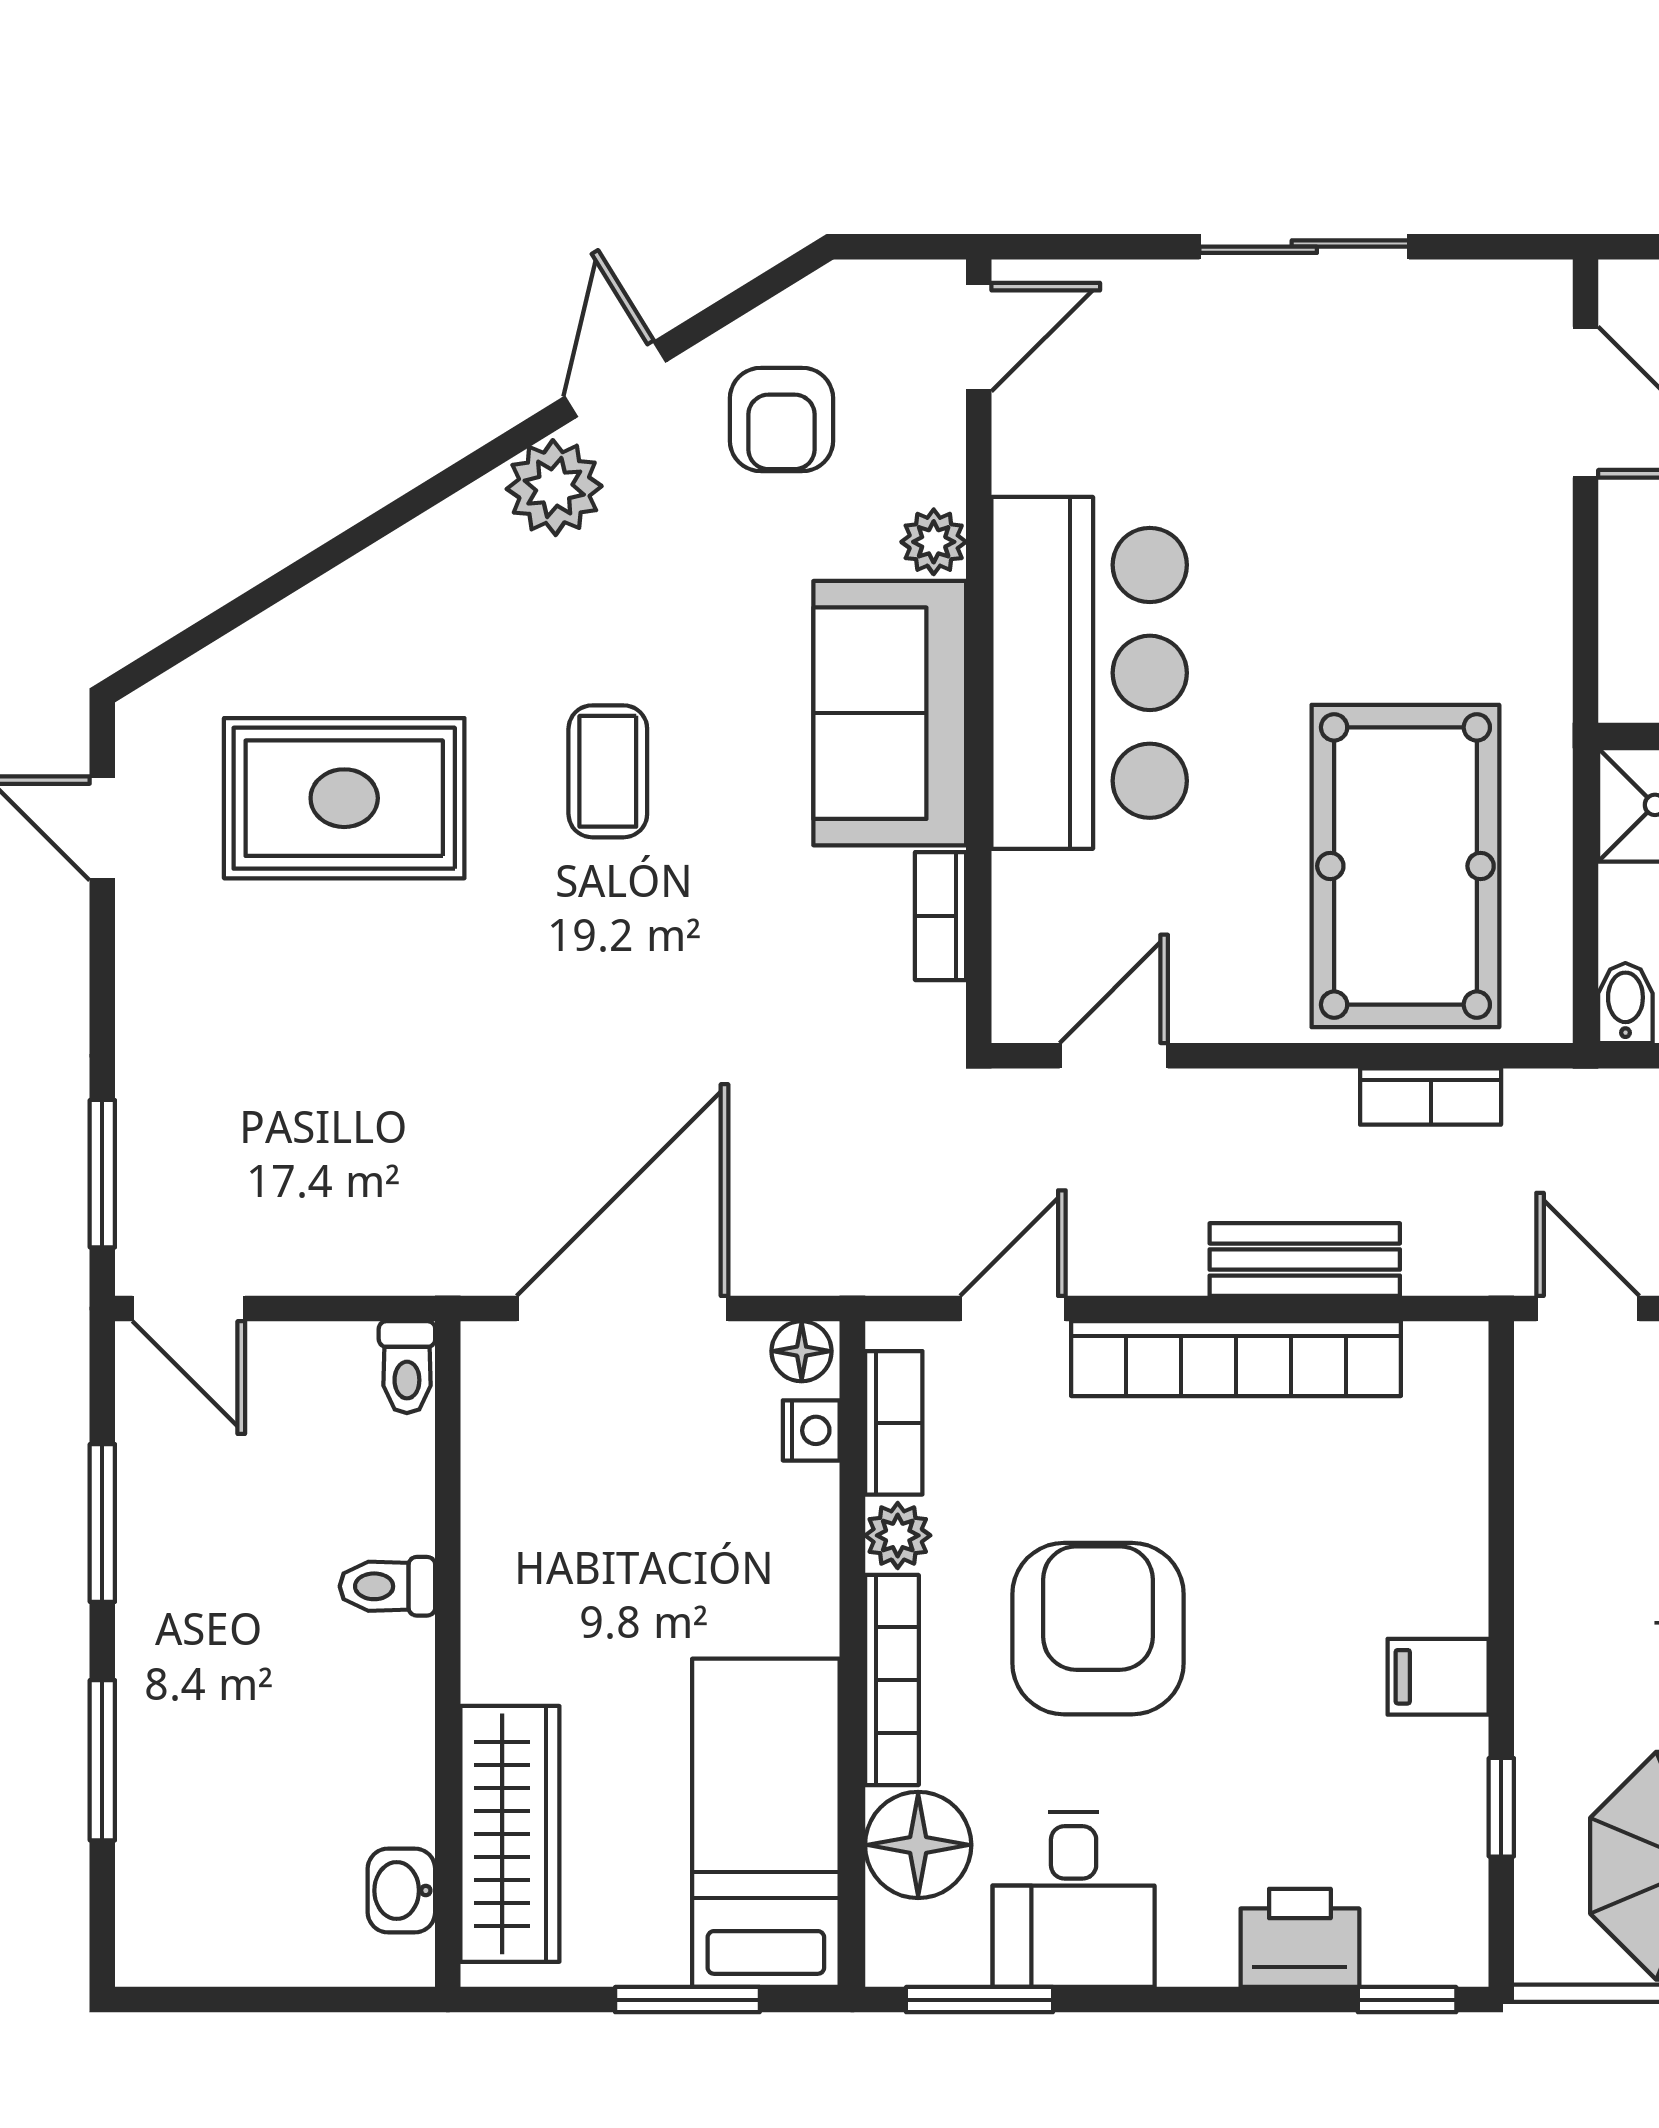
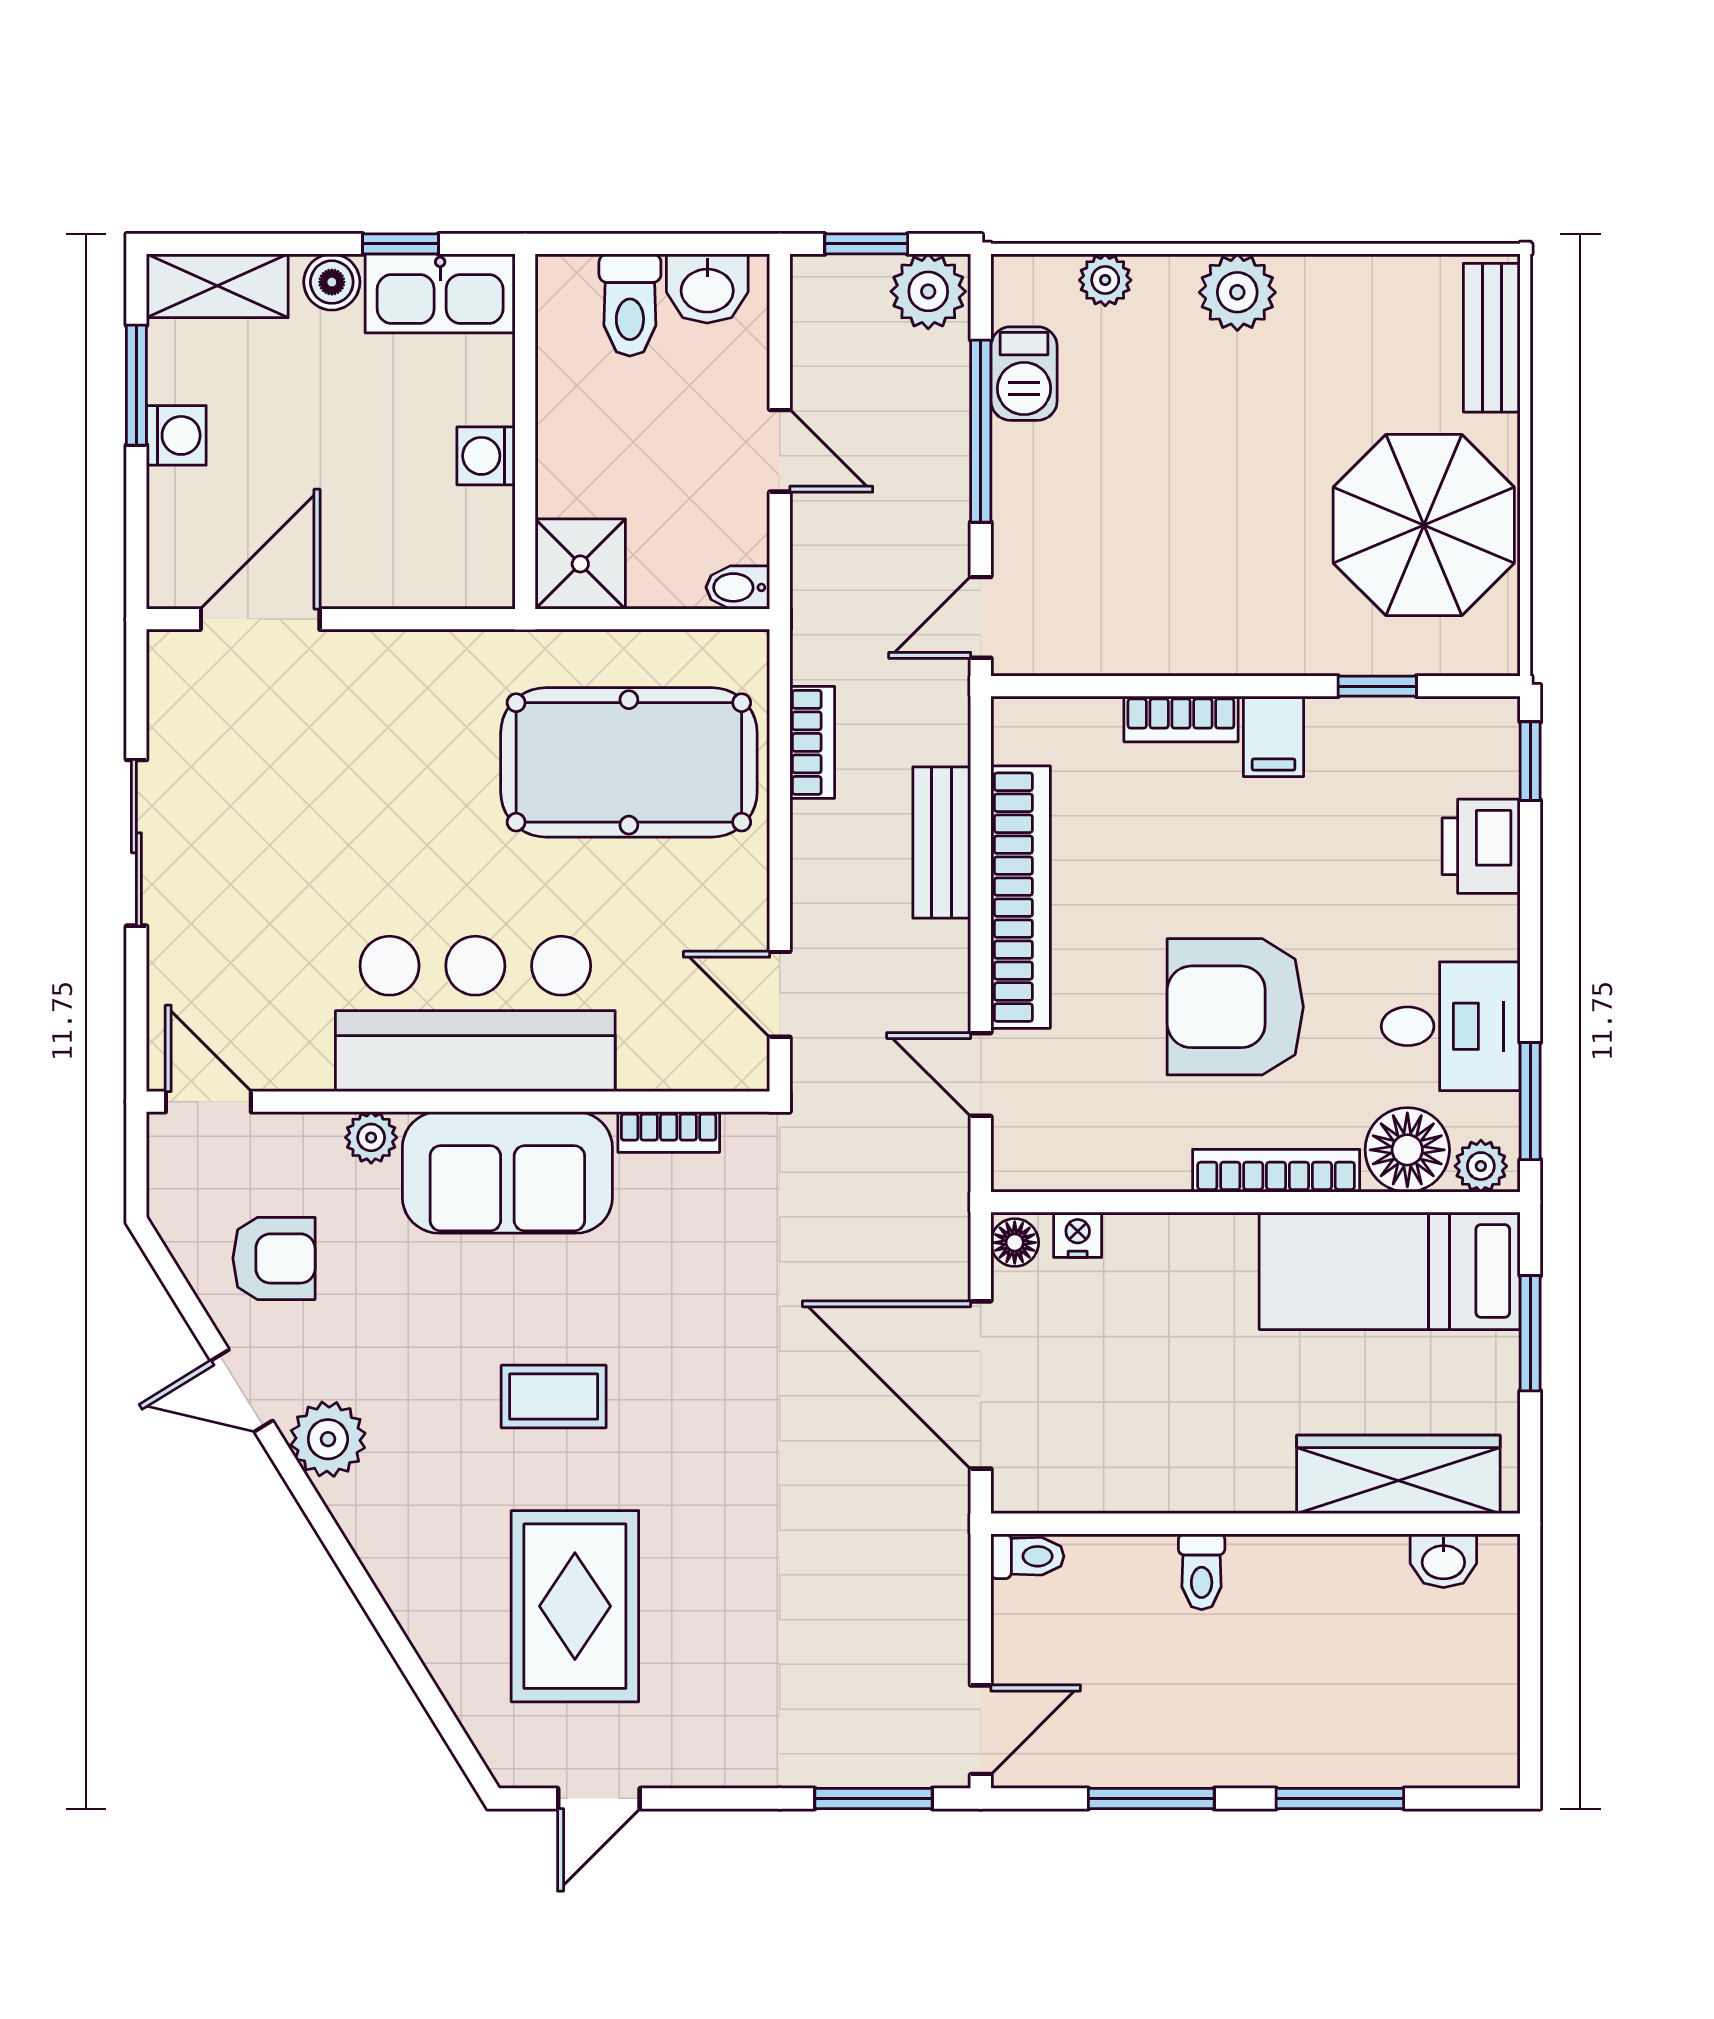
bookcase: (894, 1423) -> (1181, 719), moved, turned 180
plant: (898, 1535) -> (1481, 1166), moved

